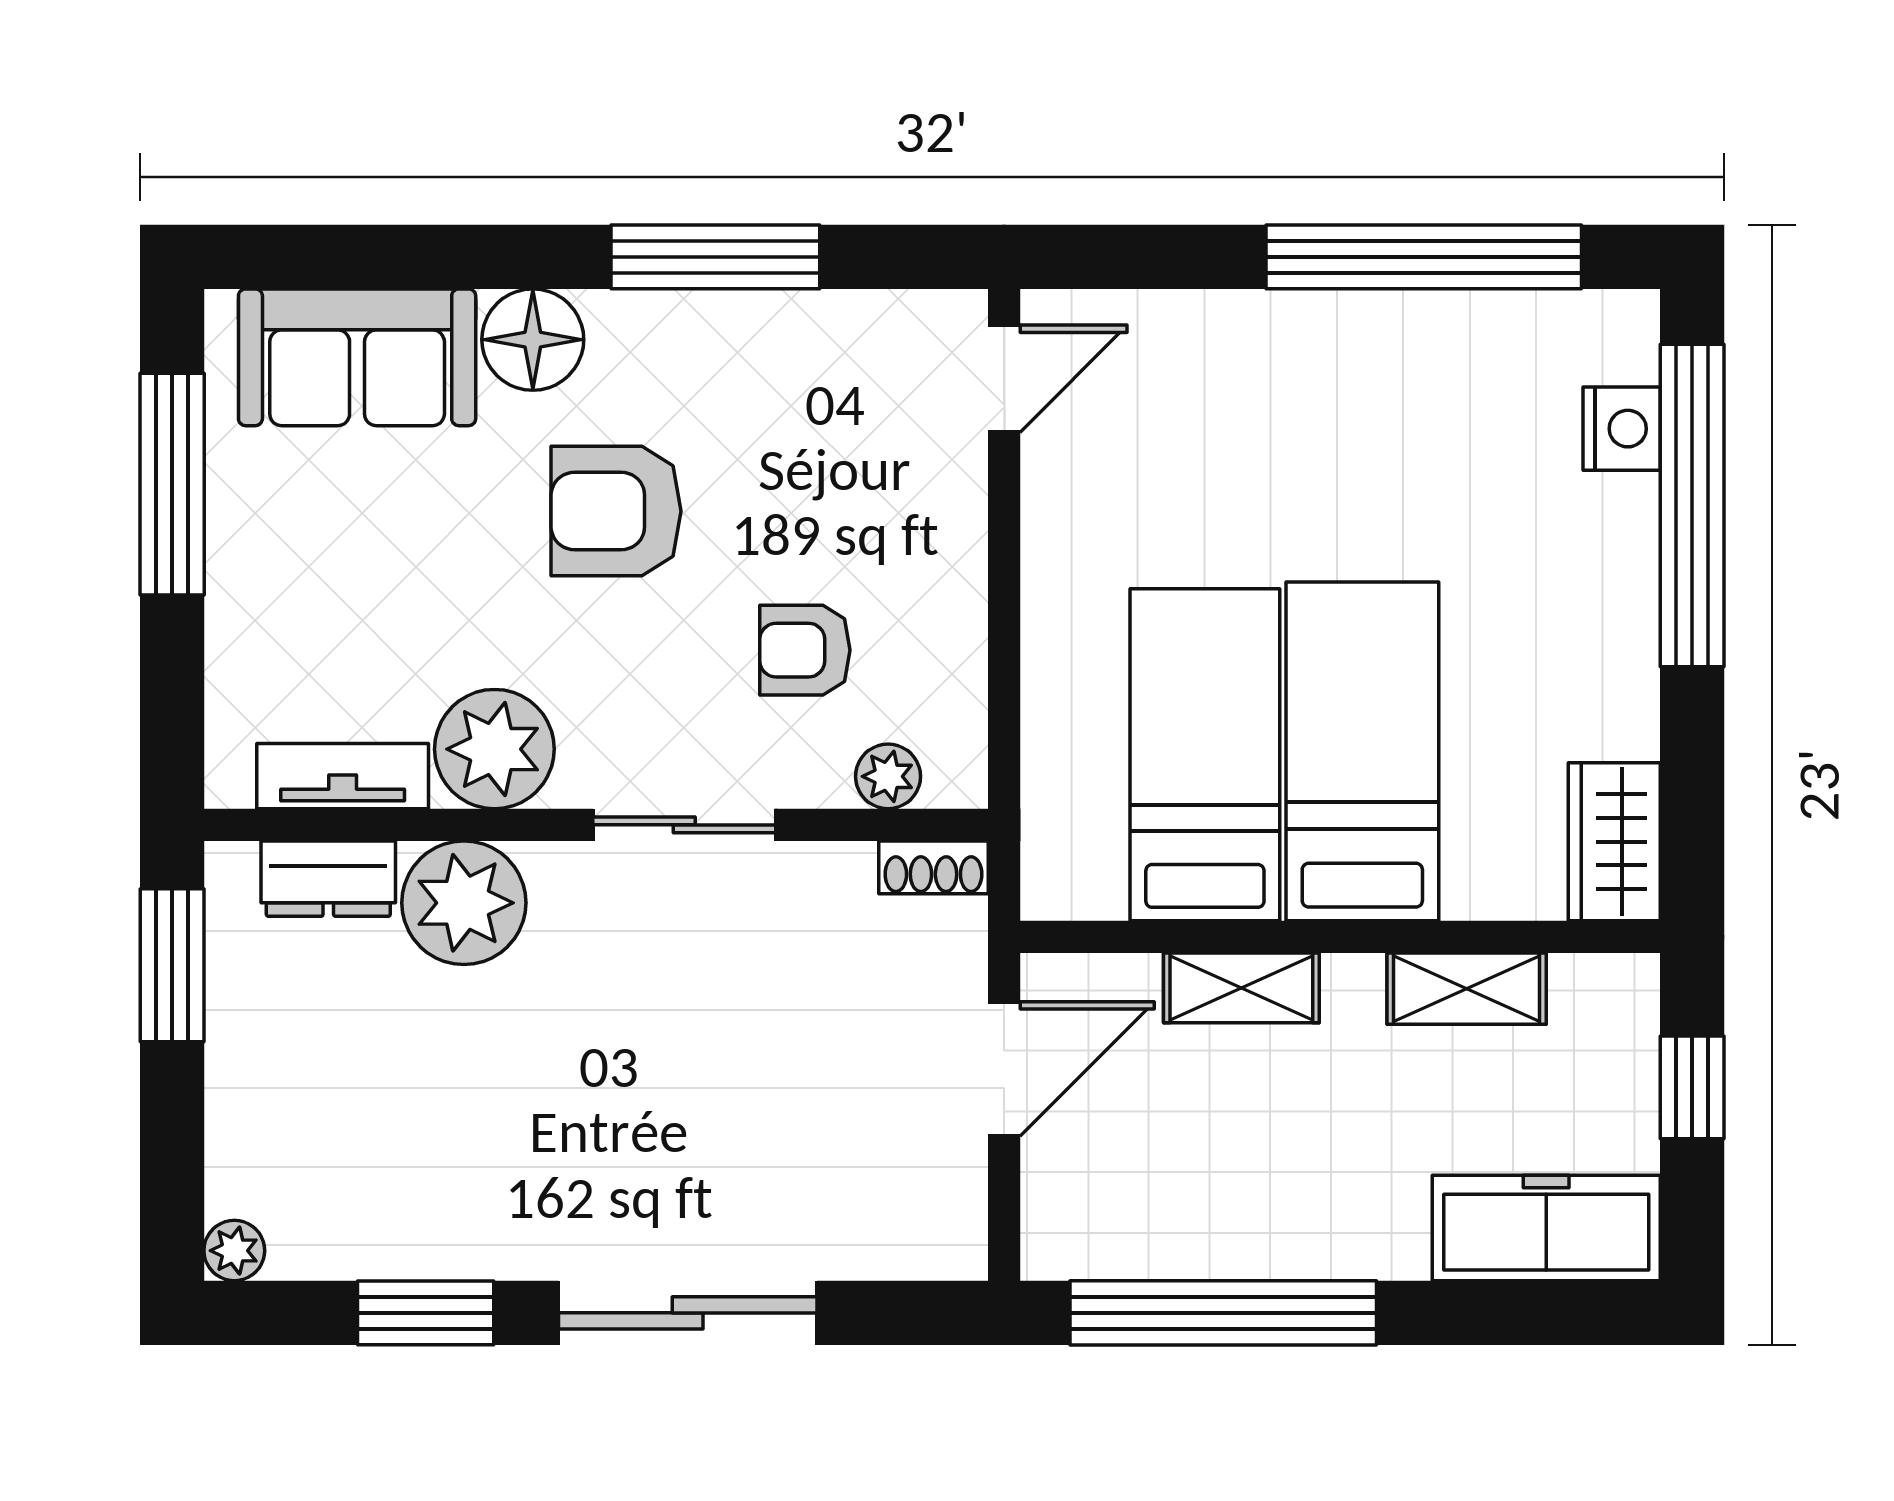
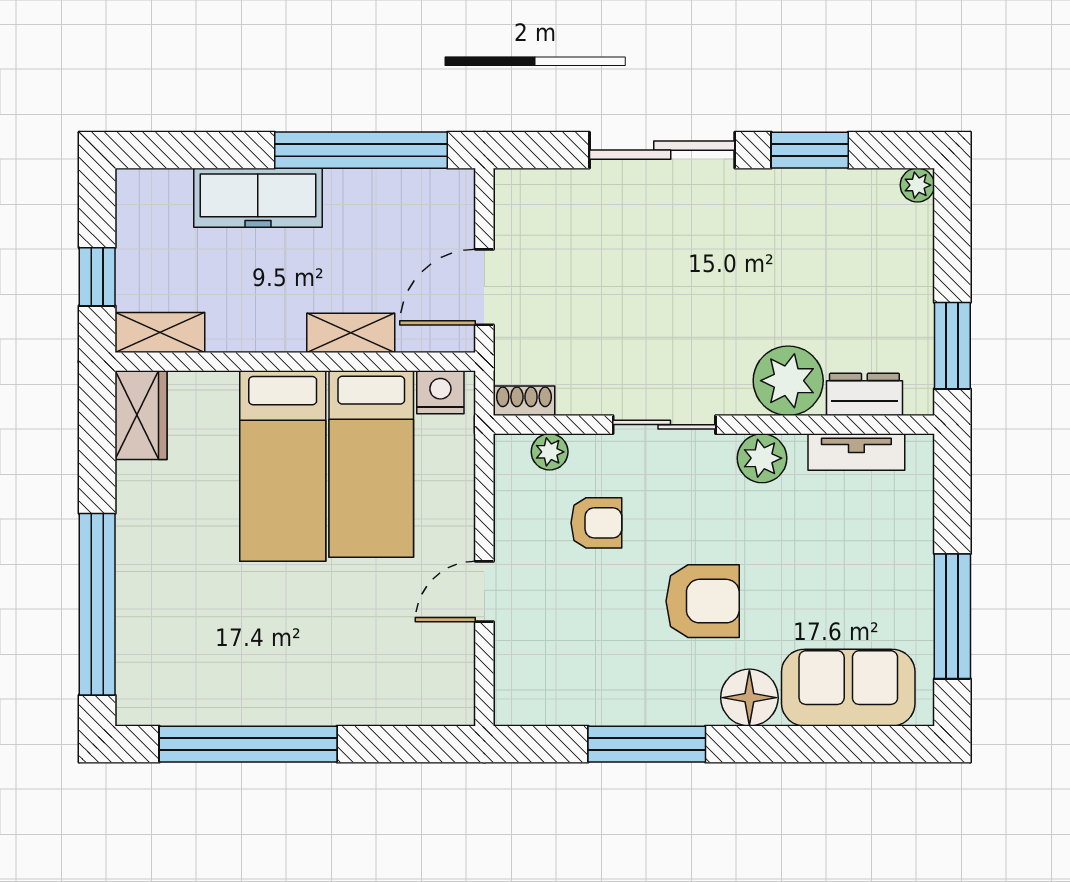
door: (1004, 379) -> (484, 592), moved
nightstand: (1622, 429) -> (440, 392), moved, turned 90
plant: (494, 749) -> (762, 458), width x0.73, depth x0.73
shelving: (1467, 989) -> (160, 332), moved
freezer: (1546, 1228) -> (258, 198), moved

